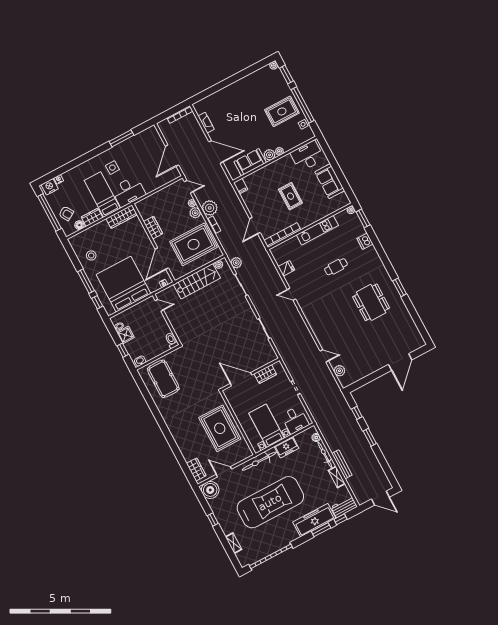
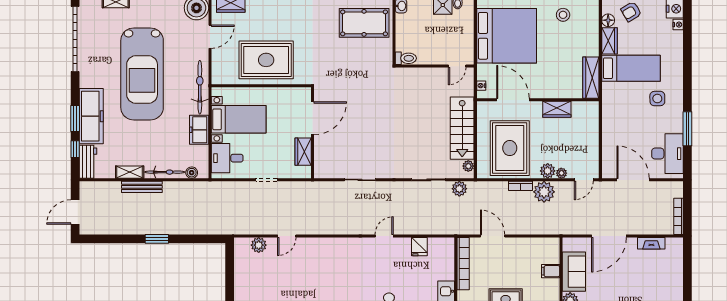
filing cabinet: (241, 186) -> (551, 271), moved
desk: (128, 191) -> (668, 154), moved, turned 180
window: (357, 413) -> (195, 239), removed

